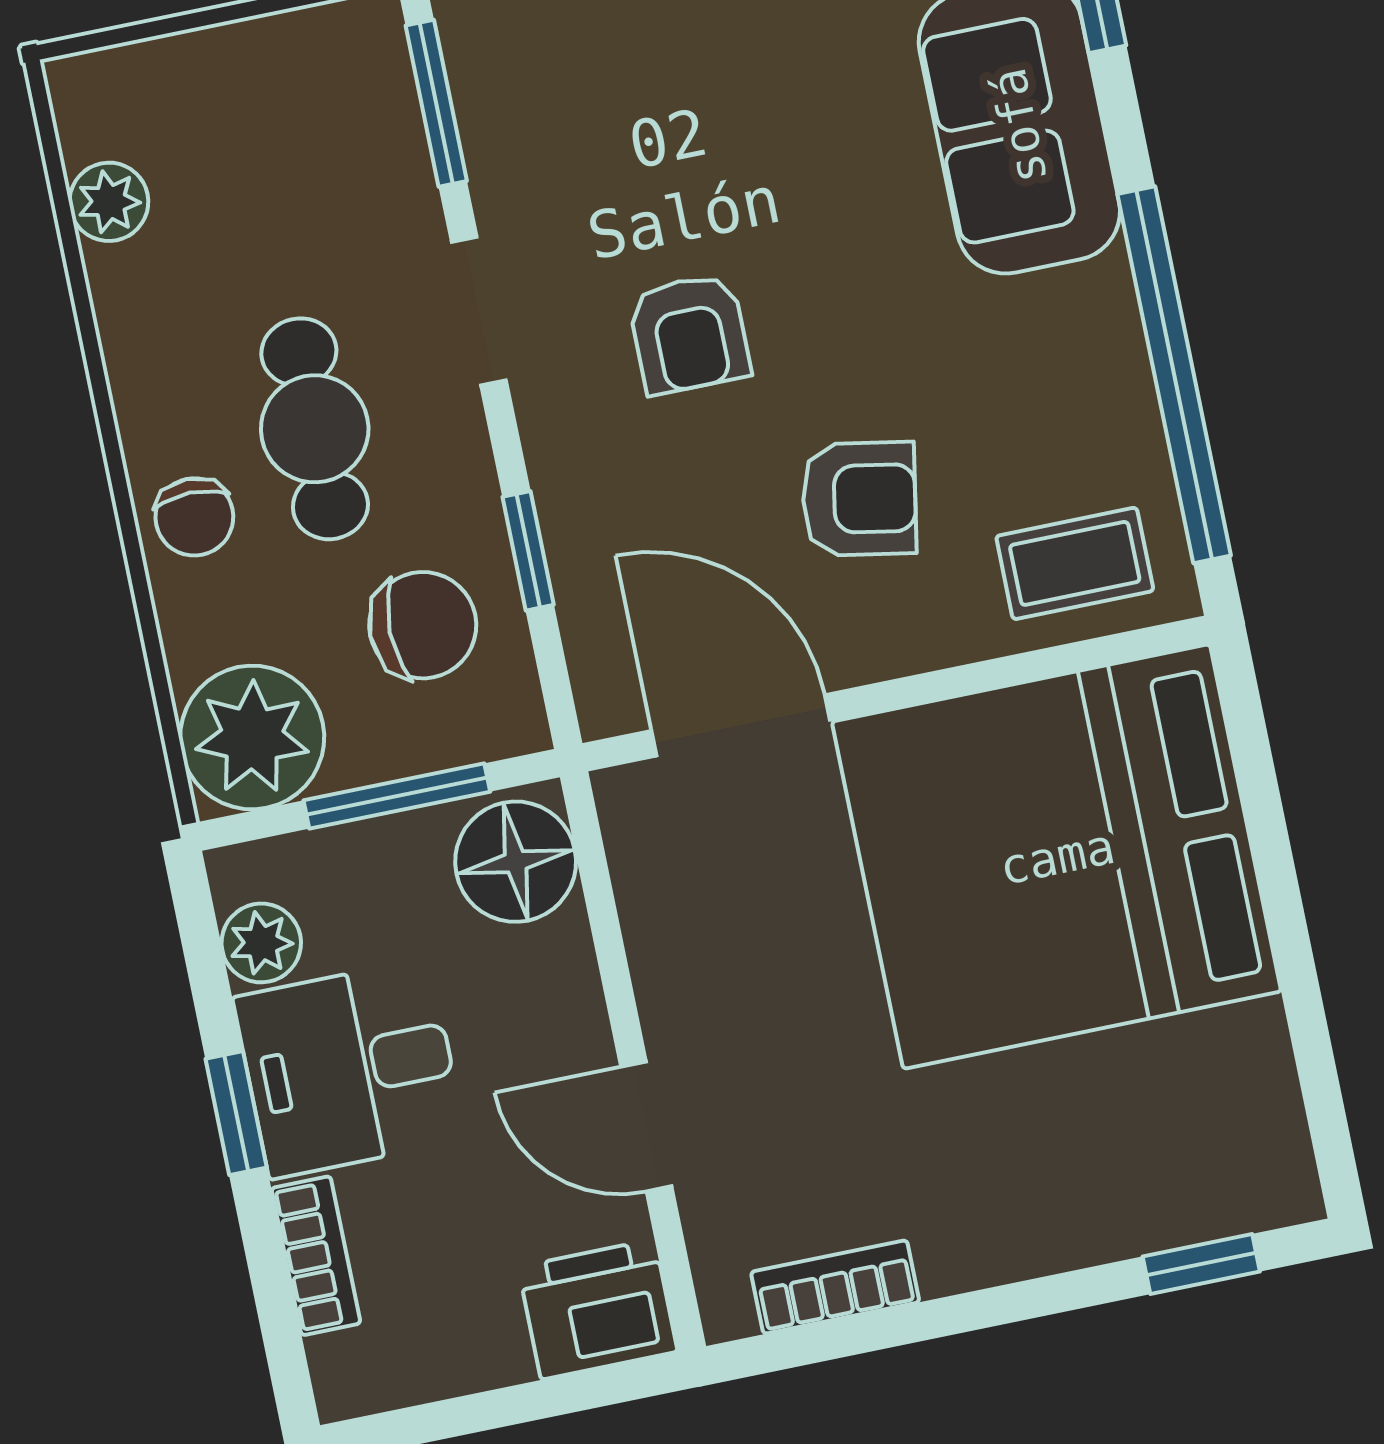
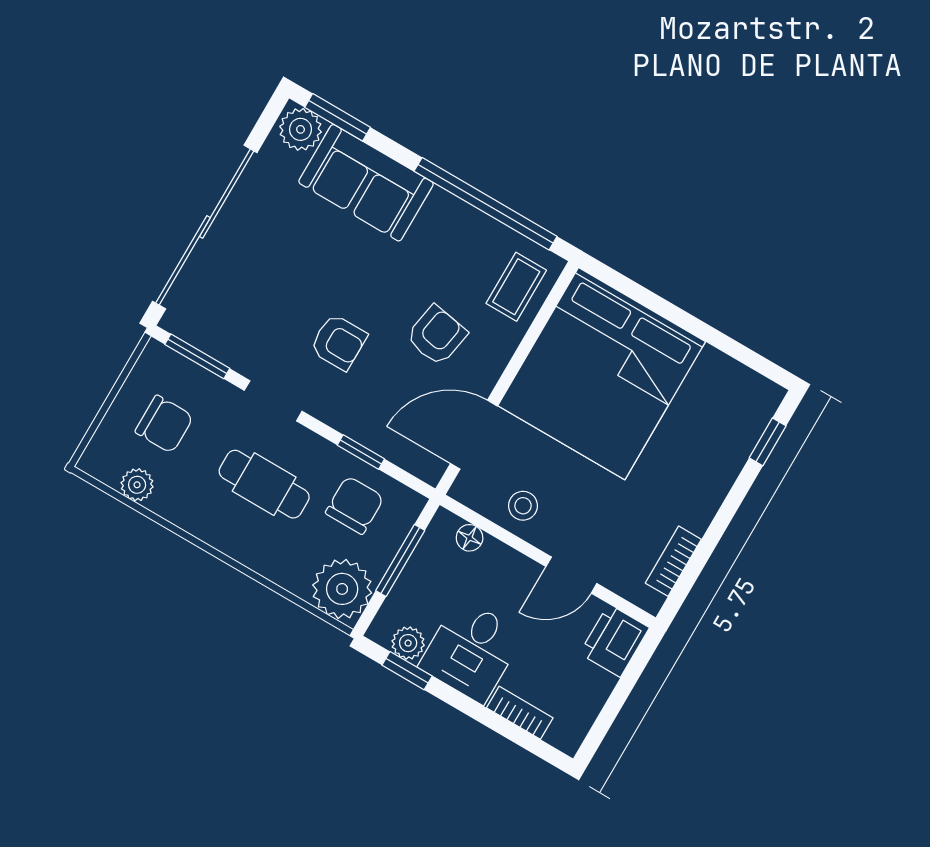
chair: (194, 517) -> (164, 424), moved, width x1.37, depth x1.37
floor lamp: (516, 862) -> (470, 538), width x0.53, depth x0.53
stool: (693, 928) -> (523, 506), added
window: (236, 1113) -> (407, 671), moved

